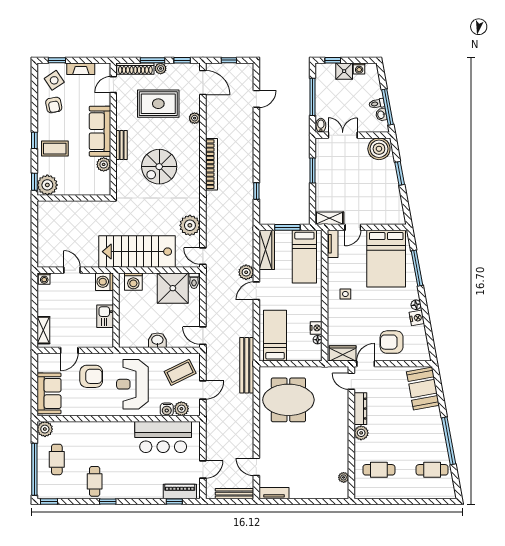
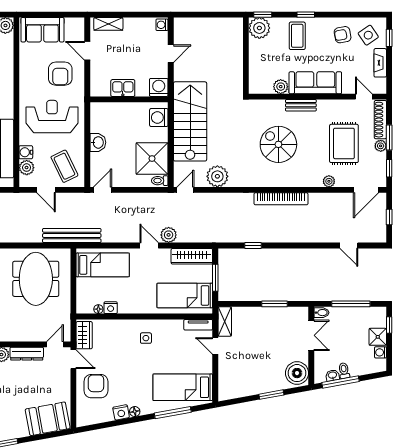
bed: (386, 259) -> (183, 387), width x0.67

